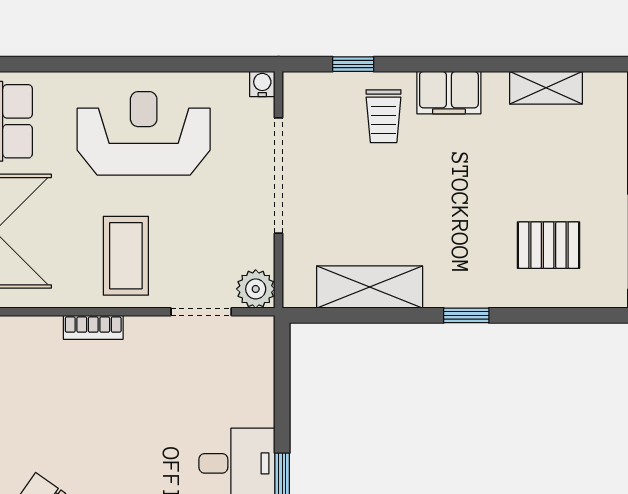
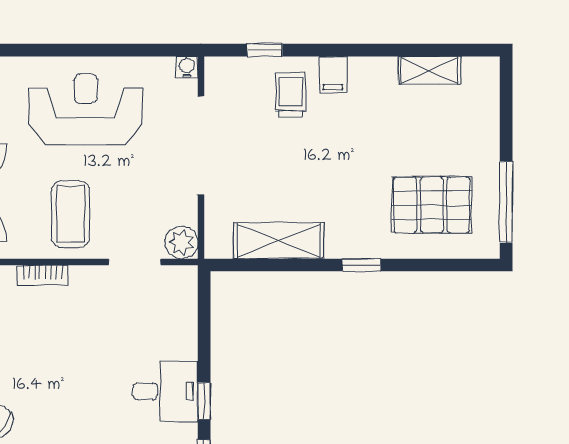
filing cabinet: (449, 93) -> (333, 75), width x0.50
trolley: (384, 116) -> (291, 95), turned 180
pallet: (549, 245) -> (432, 205), width x1.50, depth x1.42

